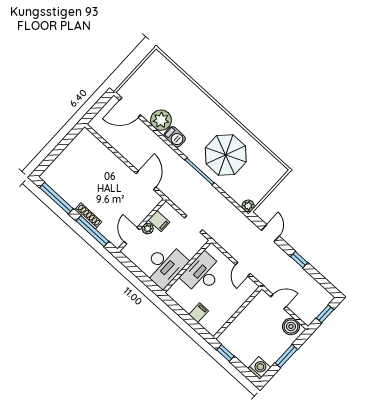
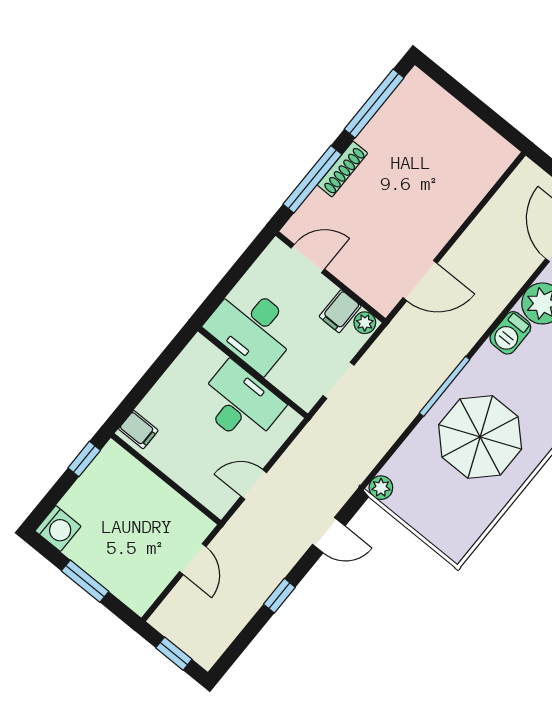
plant: (148, 229) -> (365, 323), moved
filing cabinet: (199, 313) -> (138, 430), moved
boiler: (291, 327) -> (145, 587), removed

